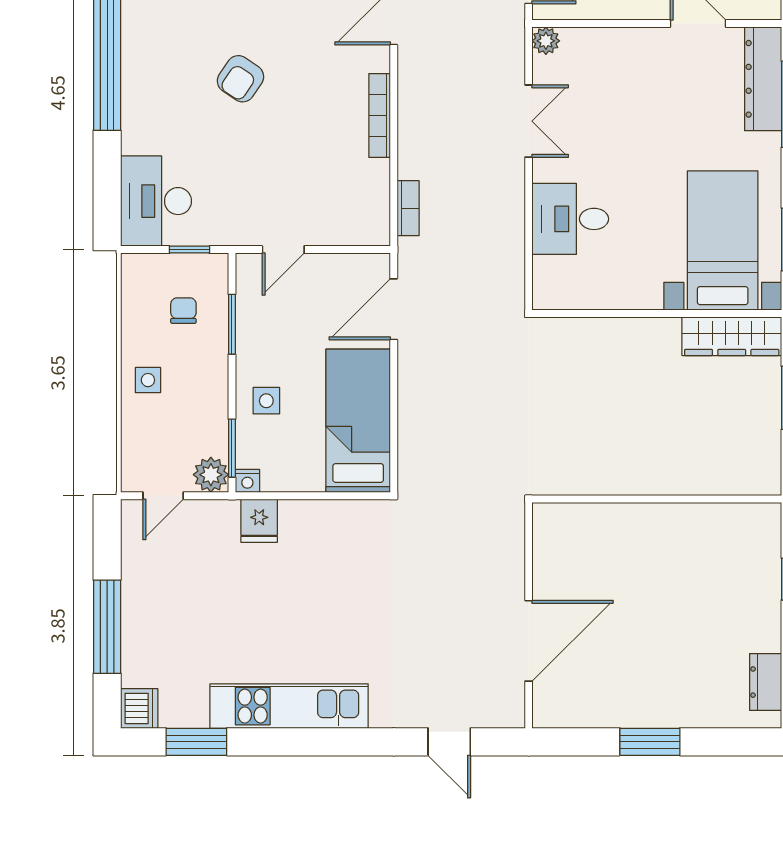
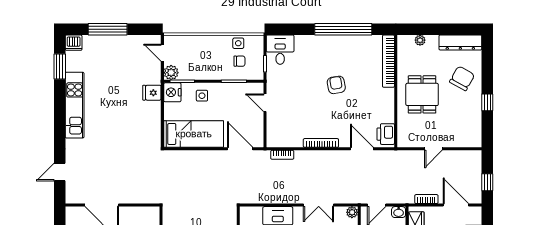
armchair: (240, 79) -> (336, 85), turned 46
desk: (156, 201) -> (280, 50), width x0.73
side table: (148, 380) -> (238, 43), moved
nightstand: (247, 481) -> (172, 92), width x1.89, depth x1.79

